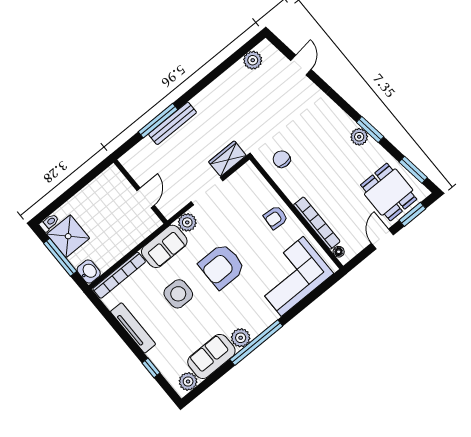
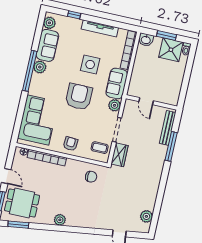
bench: (173, 123) -> (168, 128), moved
window: (370, 130) -> (57, 228), removed
coffee table: (244, 186) -> (100, 148), added
window: (60, 257) -> (166, 35), width x0.69

